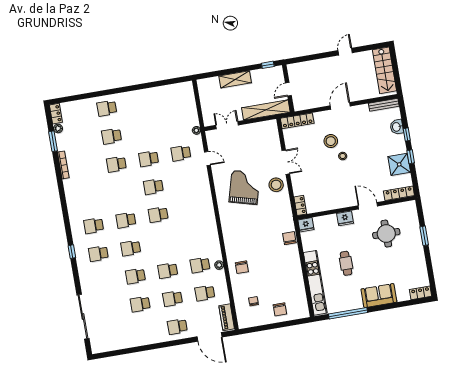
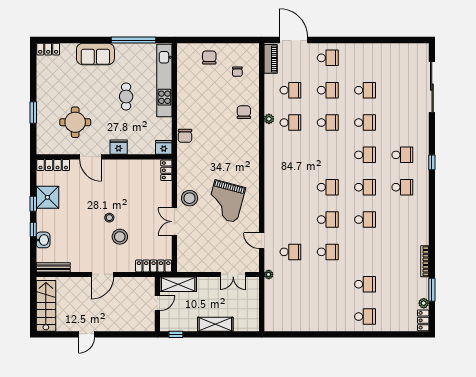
shelving: (266, 110) -> (178, 284), width x0.68
school desk: (116, 164) -> (365, 220), moved

